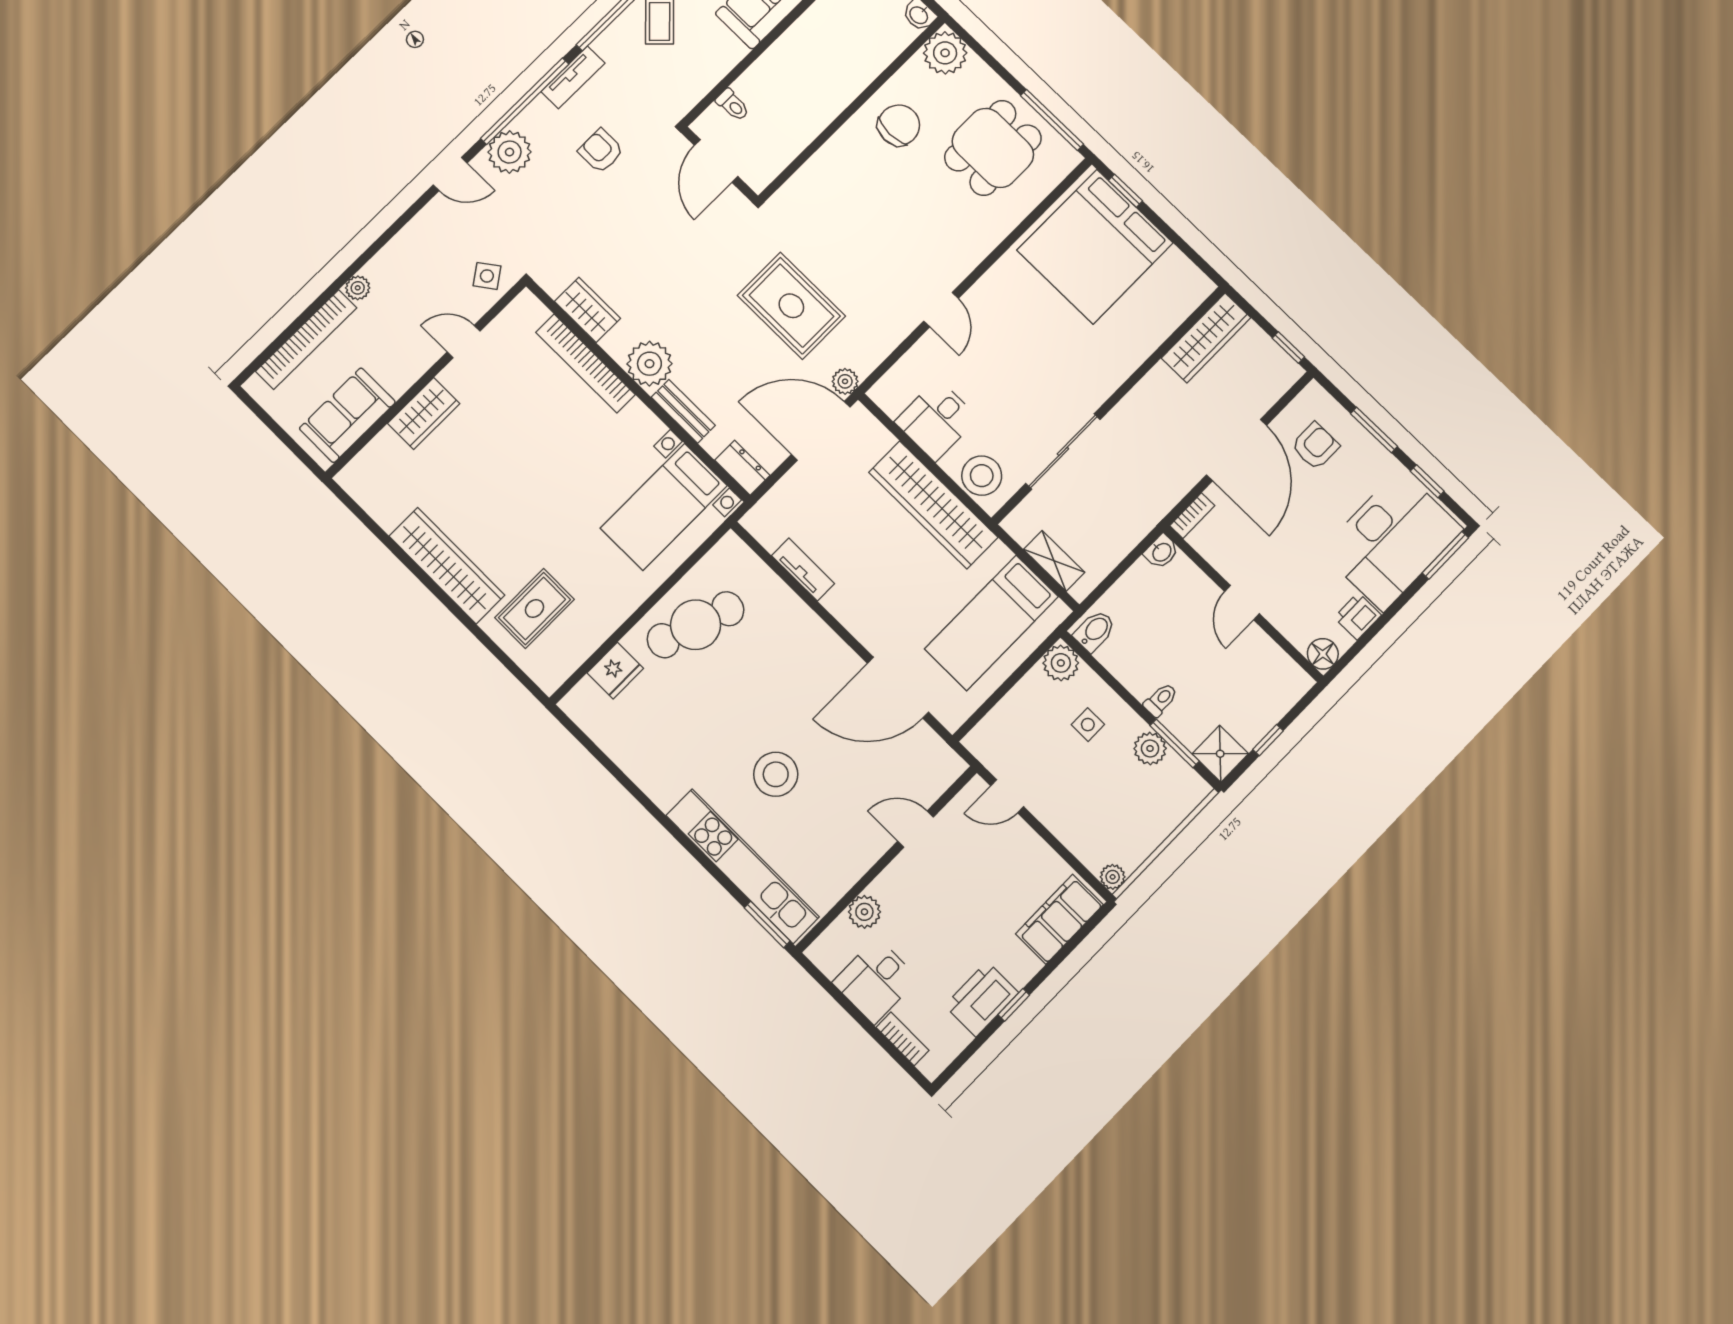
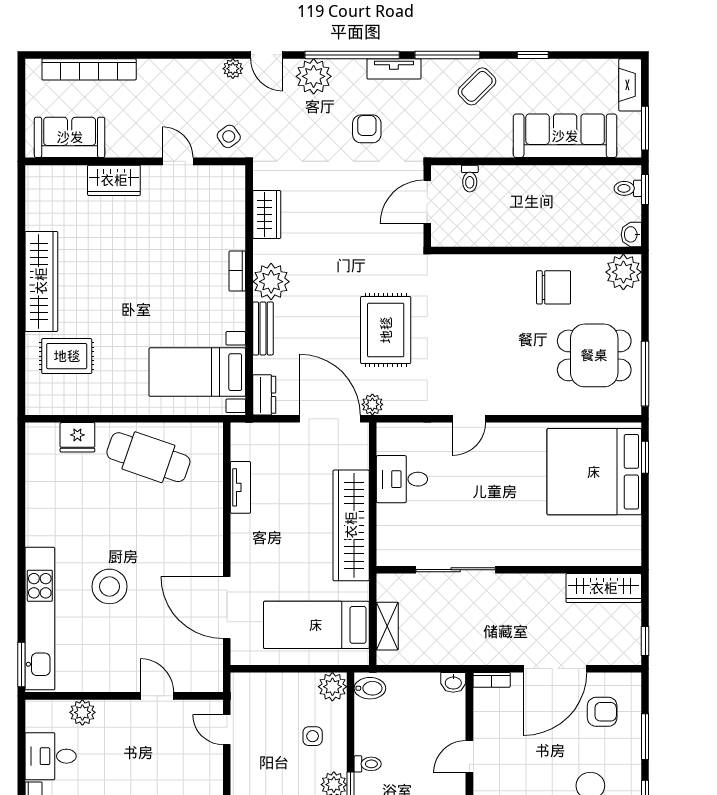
plant: (358, 288) -> (233, 69), moved
bookcase: (585, 363) -> (237, 271), width x0.43, depth x0.76
stool: (982, 476) -> (395, 537), removed

